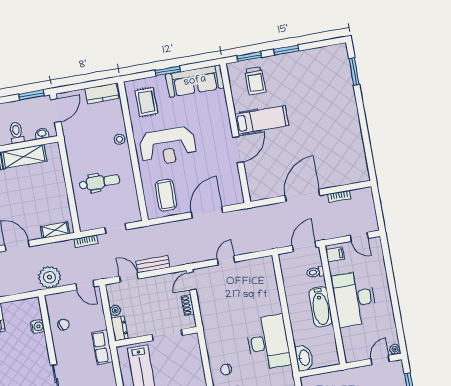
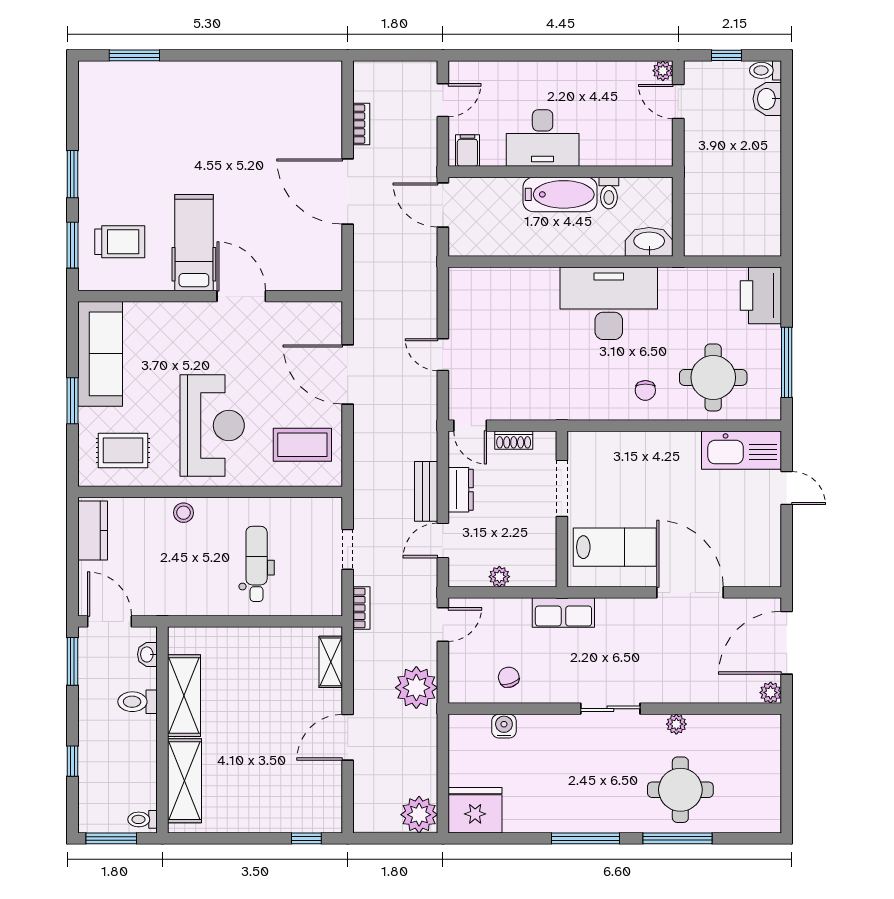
toilet: (315, 272) -> (609, 193), moved
desk: (354, 299) -> (543, 138), width x0.73, depth x0.77
dresser: (120, 328) -> (461, 490), moved, turned 90

